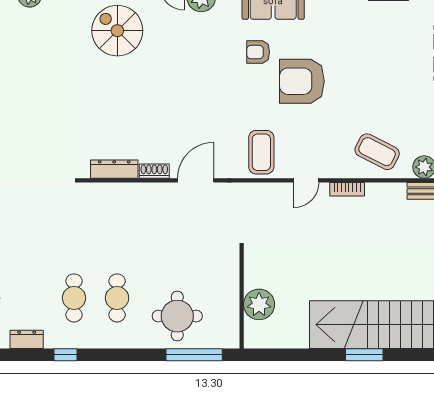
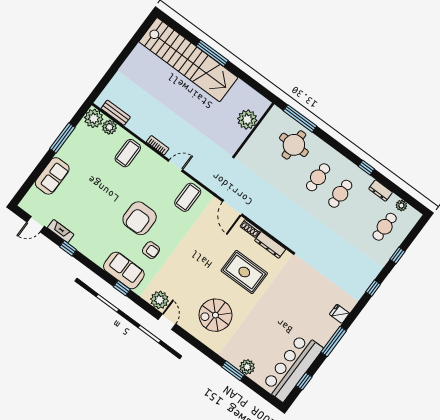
spiral stairs: (117, 31) -> (215, 315), turned 90
armchair: (302, 81) -> (140, 218), turned 90
rug: (121, 111) -> (244, 272), added
coffee table: (377, 152) -> (128, 153), turned 63
door: (196, 180) -> (232, 208), hinge flipped
window: (364, 355) -> (212, 53), width x1.44

